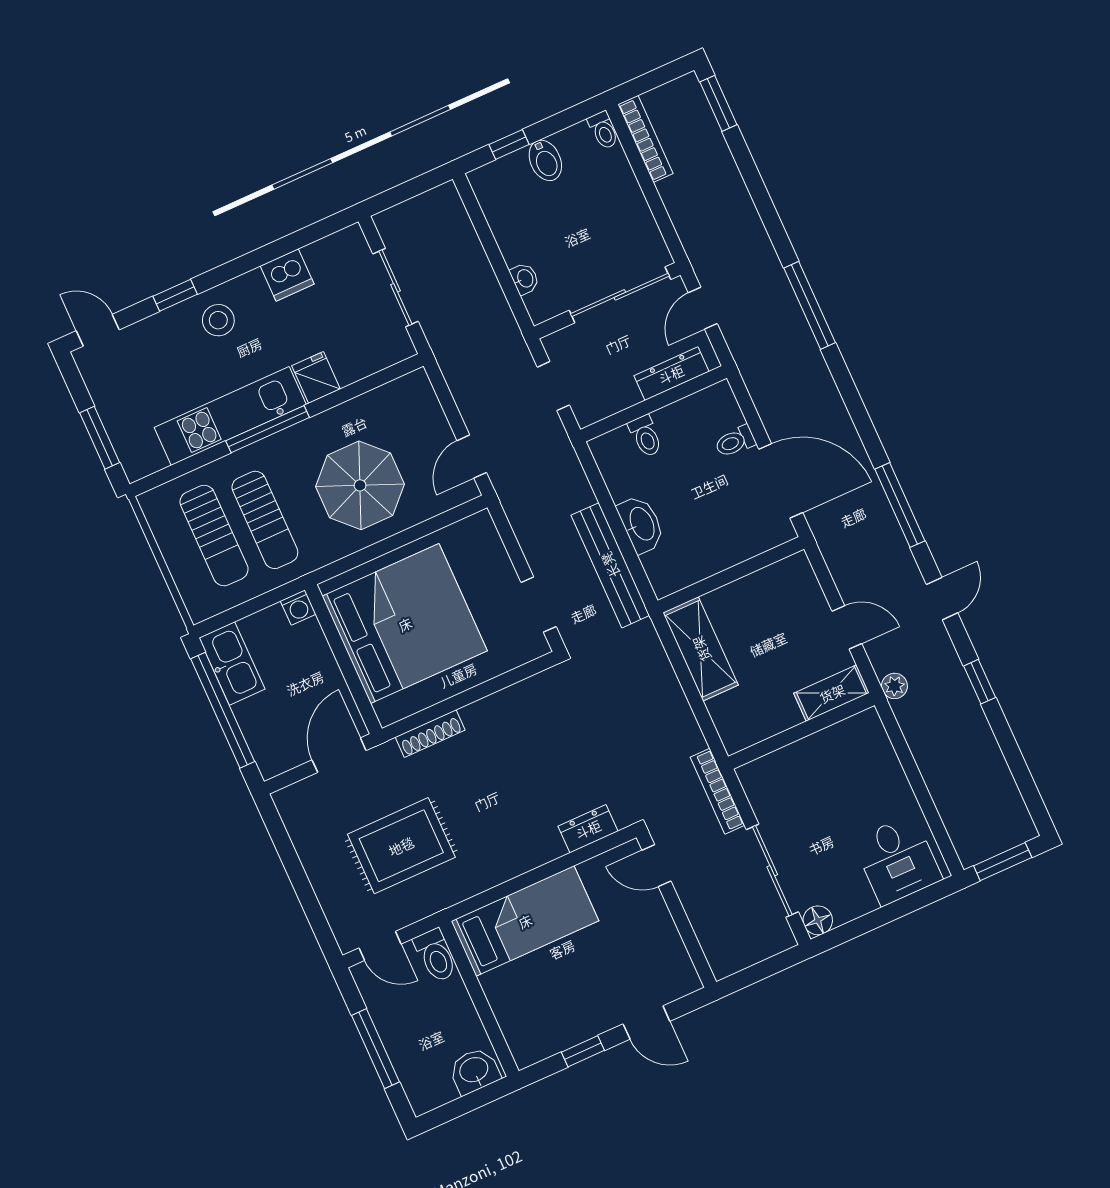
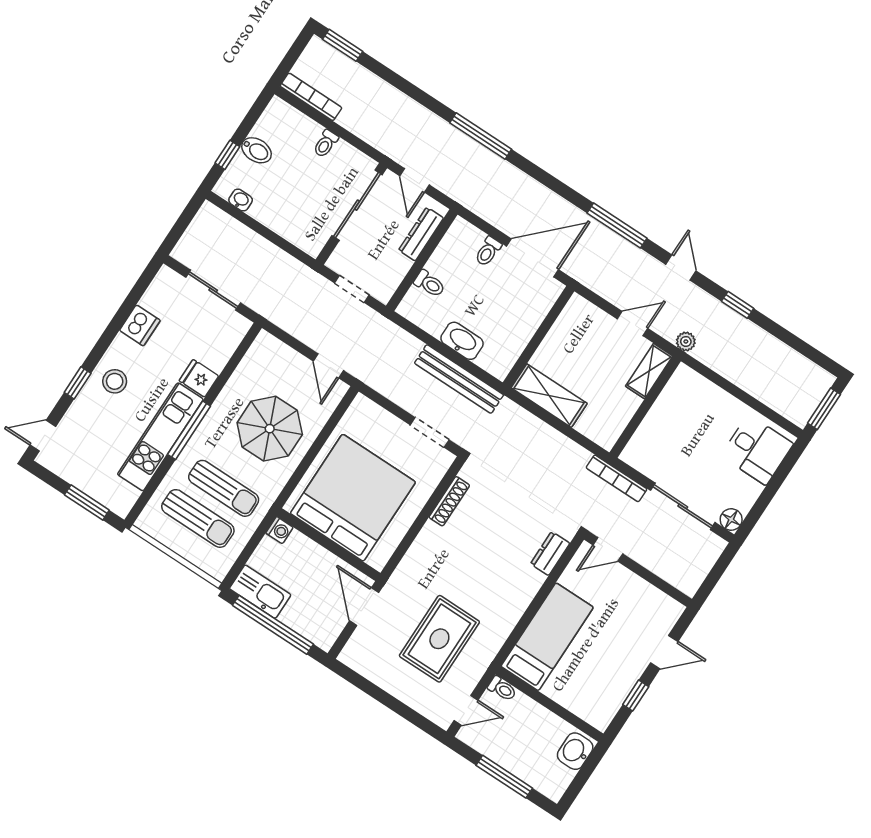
toilet: (603, 130) -> (326, 144), moved, turned 90
washbasin: (525, 279) -> (241, 200), moved
shoe rack: (430, 734) -> (449, 501), moved
toilet: (436, 955) -> (502, 689), width x0.73, depth x0.72

